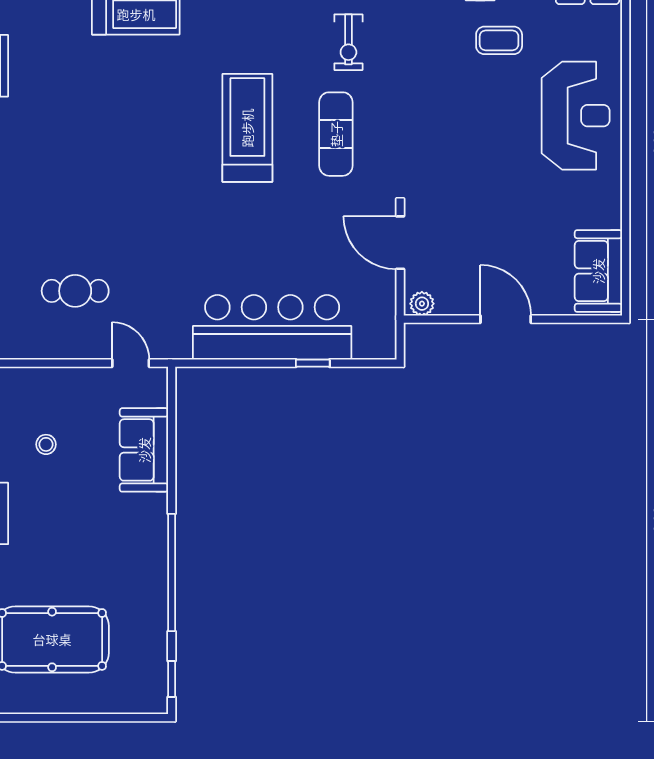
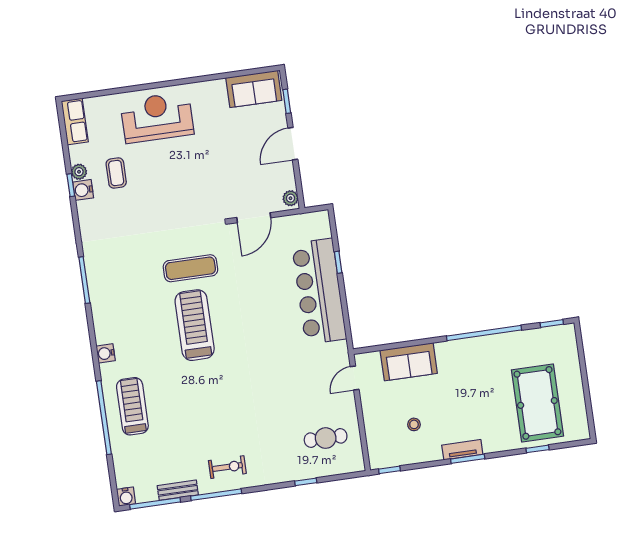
exercise bike: (348, 42) -> (227, 467), moved
treadmill: (247, 128) -> (195, 325), turned 90
cafe table: (75, 291) -> (326, 438), moved, turned 90
window: (572, 319) -> (287, 101), added

